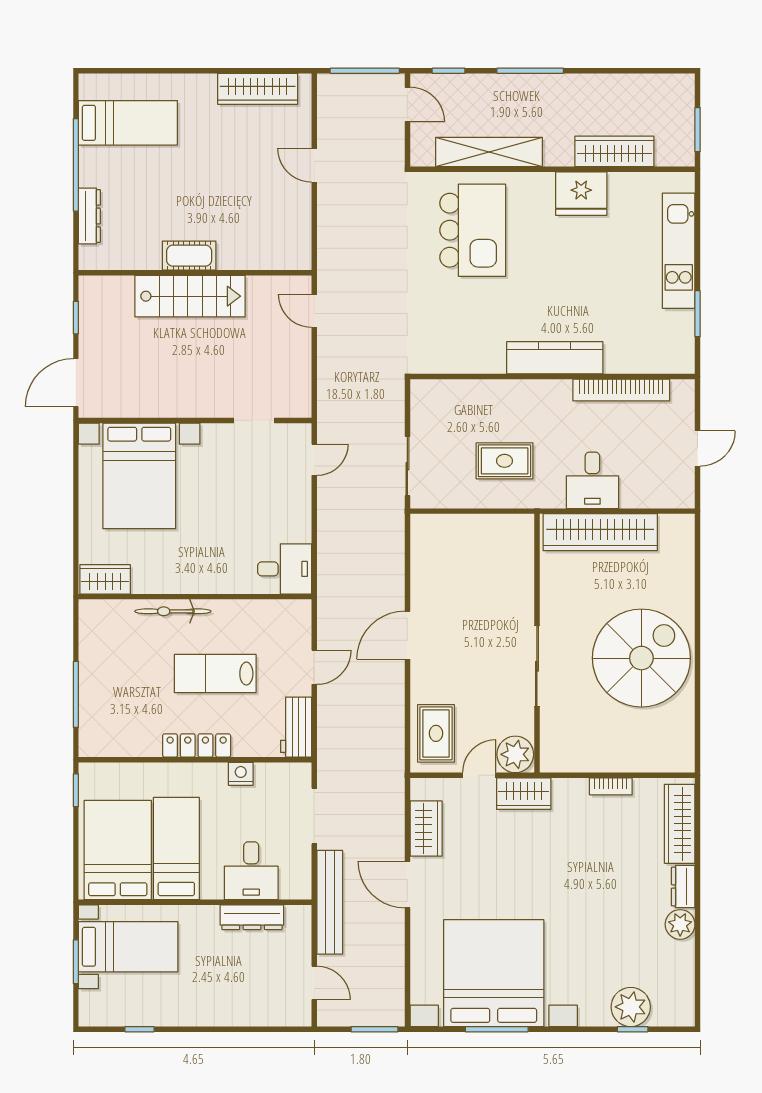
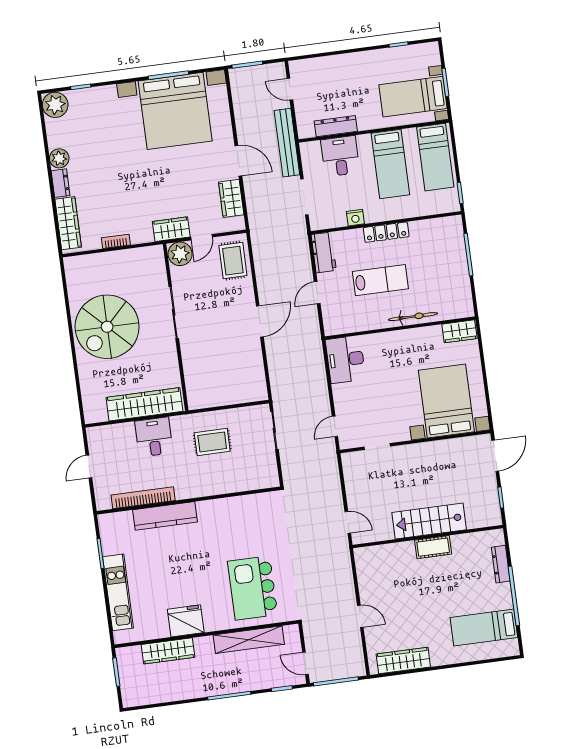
kitchen counter: (555, 358) -> (165, 516), moved
desk: (285, 569) -> (345, 360), width x1.37
bed: (118, 850) -> (435, 157), width x0.67
plant: (631, 1007) -> (55, 105), moved

